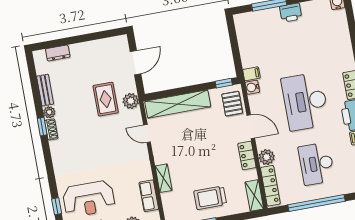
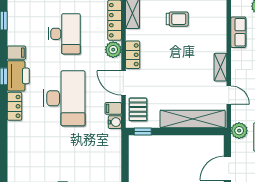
filing cabinet: (251, 74) -> (113, 108), moved
shelving: (164, 178) -> (220, 67), moved
trolley: (210, 198) -> (177, 19), width x0.73, depth x0.72

